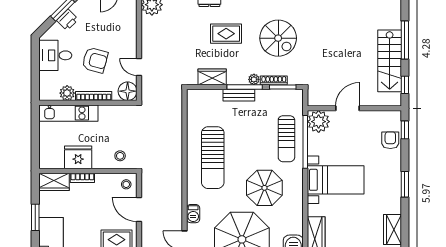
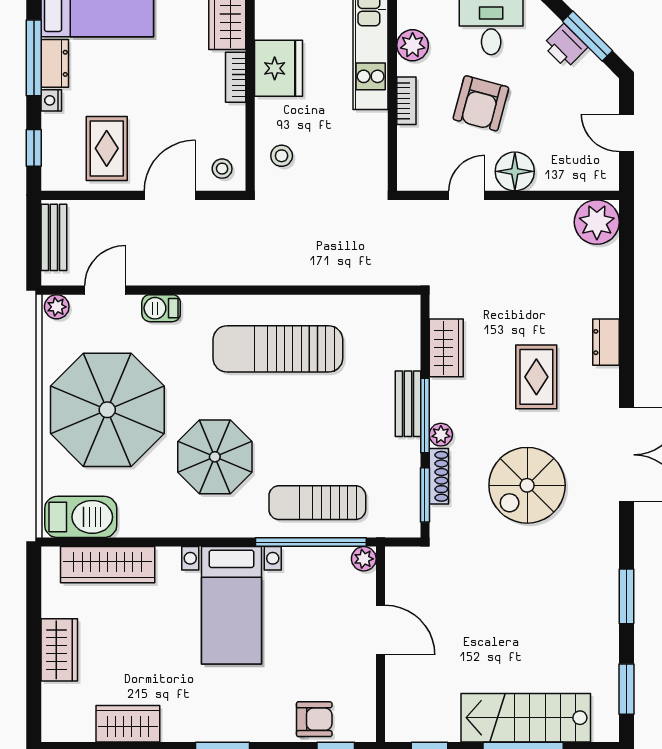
stairs: (390, 61) -> (526, 718), moved
floor lamp: (128, 91) -> (515, 171), moved
bookcase: (94, 96) -> (406, 101), width x0.64
plant: (319, 122) -> (364, 559), width x0.53, depth x0.53

